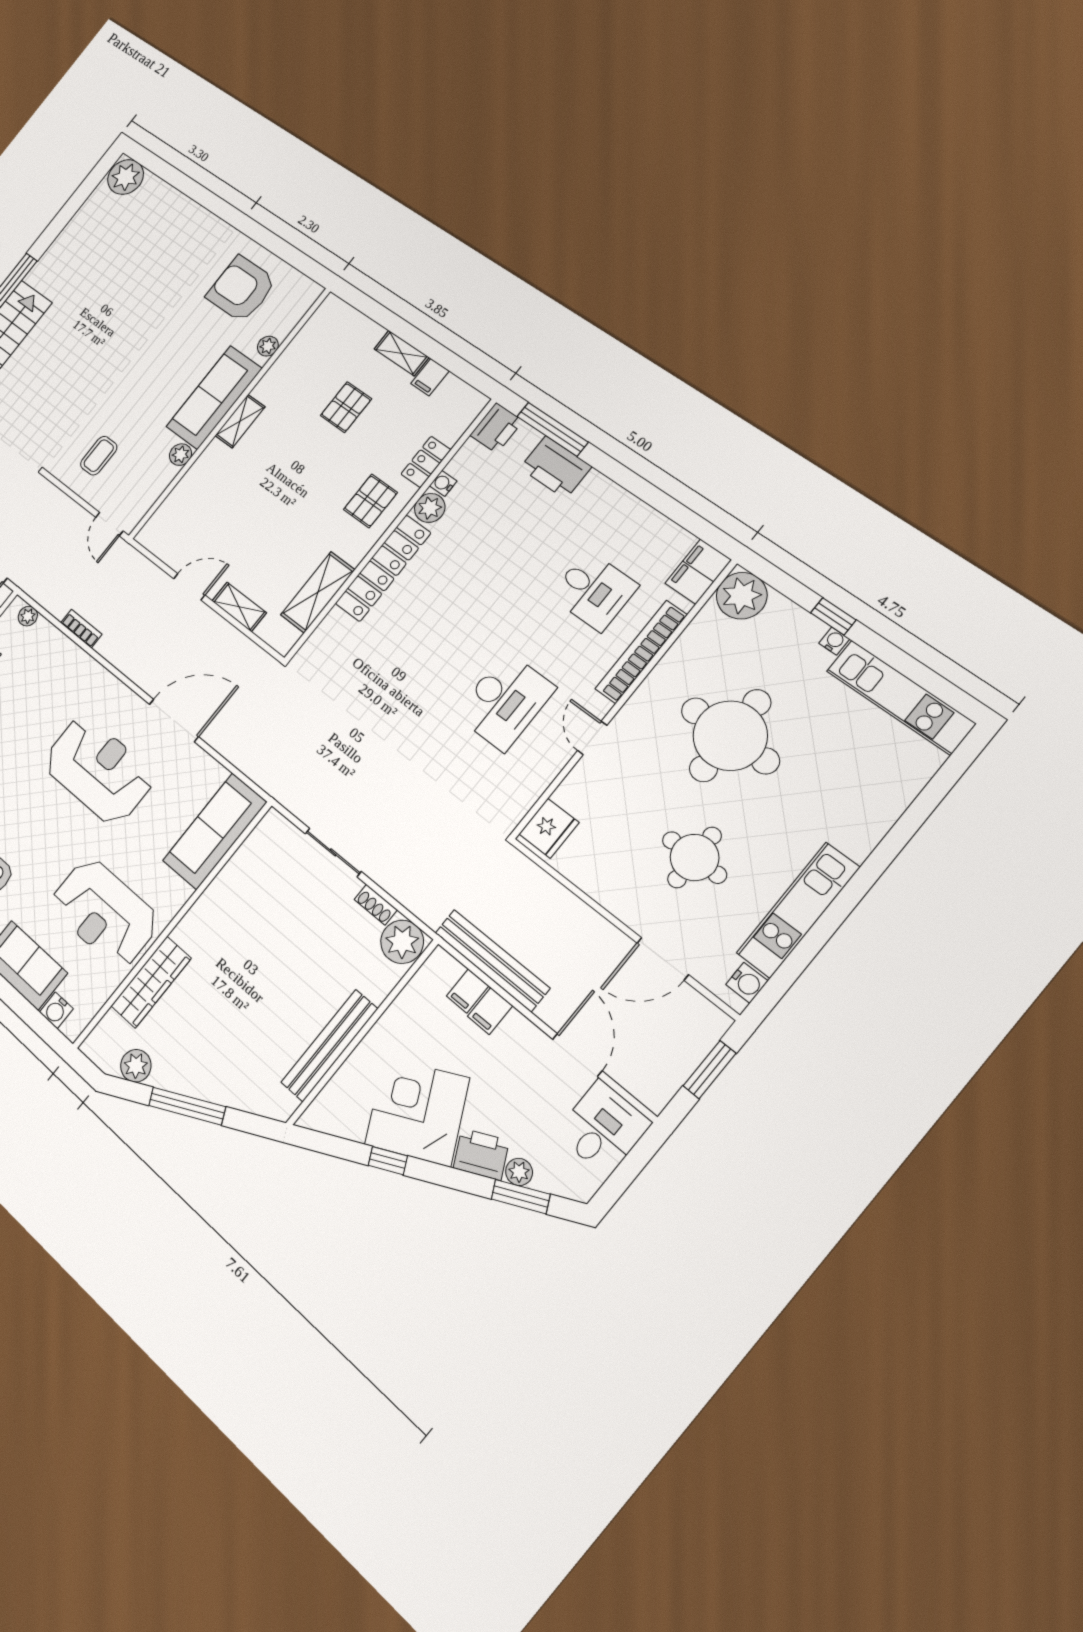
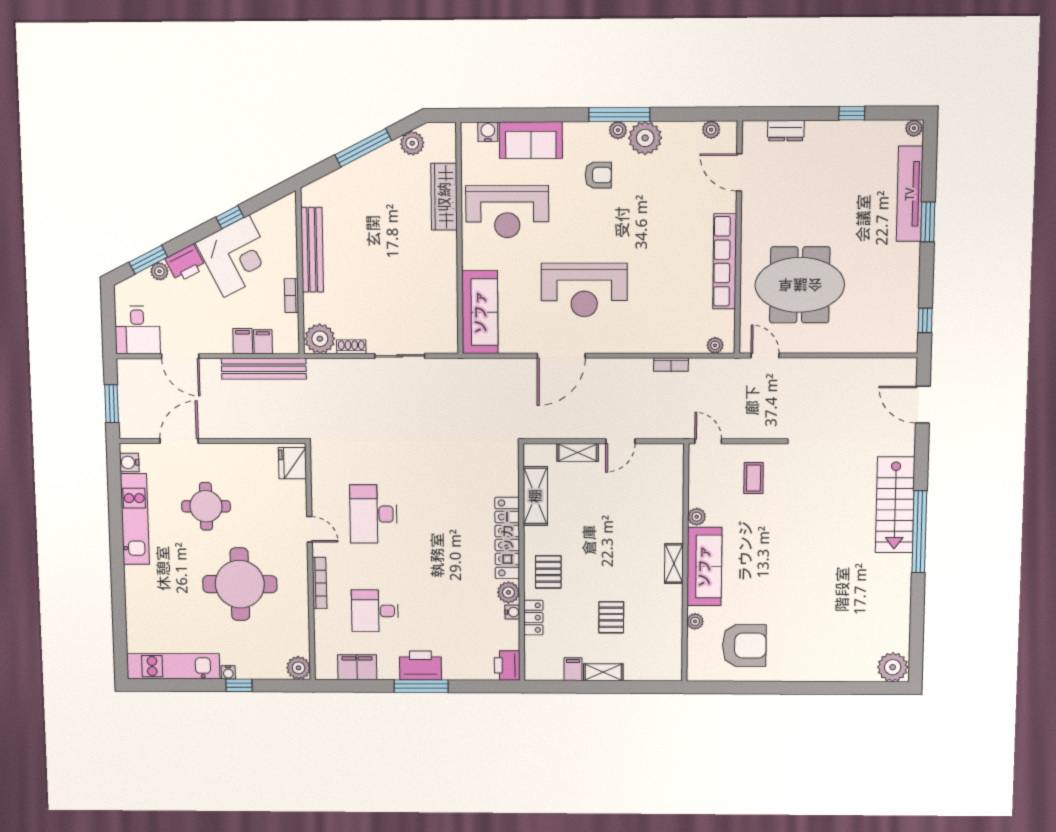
window: (553, 429) -> (421, 686), moved
printer: (556, 467) -> (420, 665), moved
filing cabinet: (698, 572) -> (357, 667), moved, turned -90
plant: (742, 596) -> (298, 668), width x0.73, depth x0.73
bookcase: (641, 652) -> (320, 583), width x0.68, depth x0.76
reception desk: (104, 913) -> (507, 212), turned 180
bookcase: (393, 1015) -> (292, 296), added

